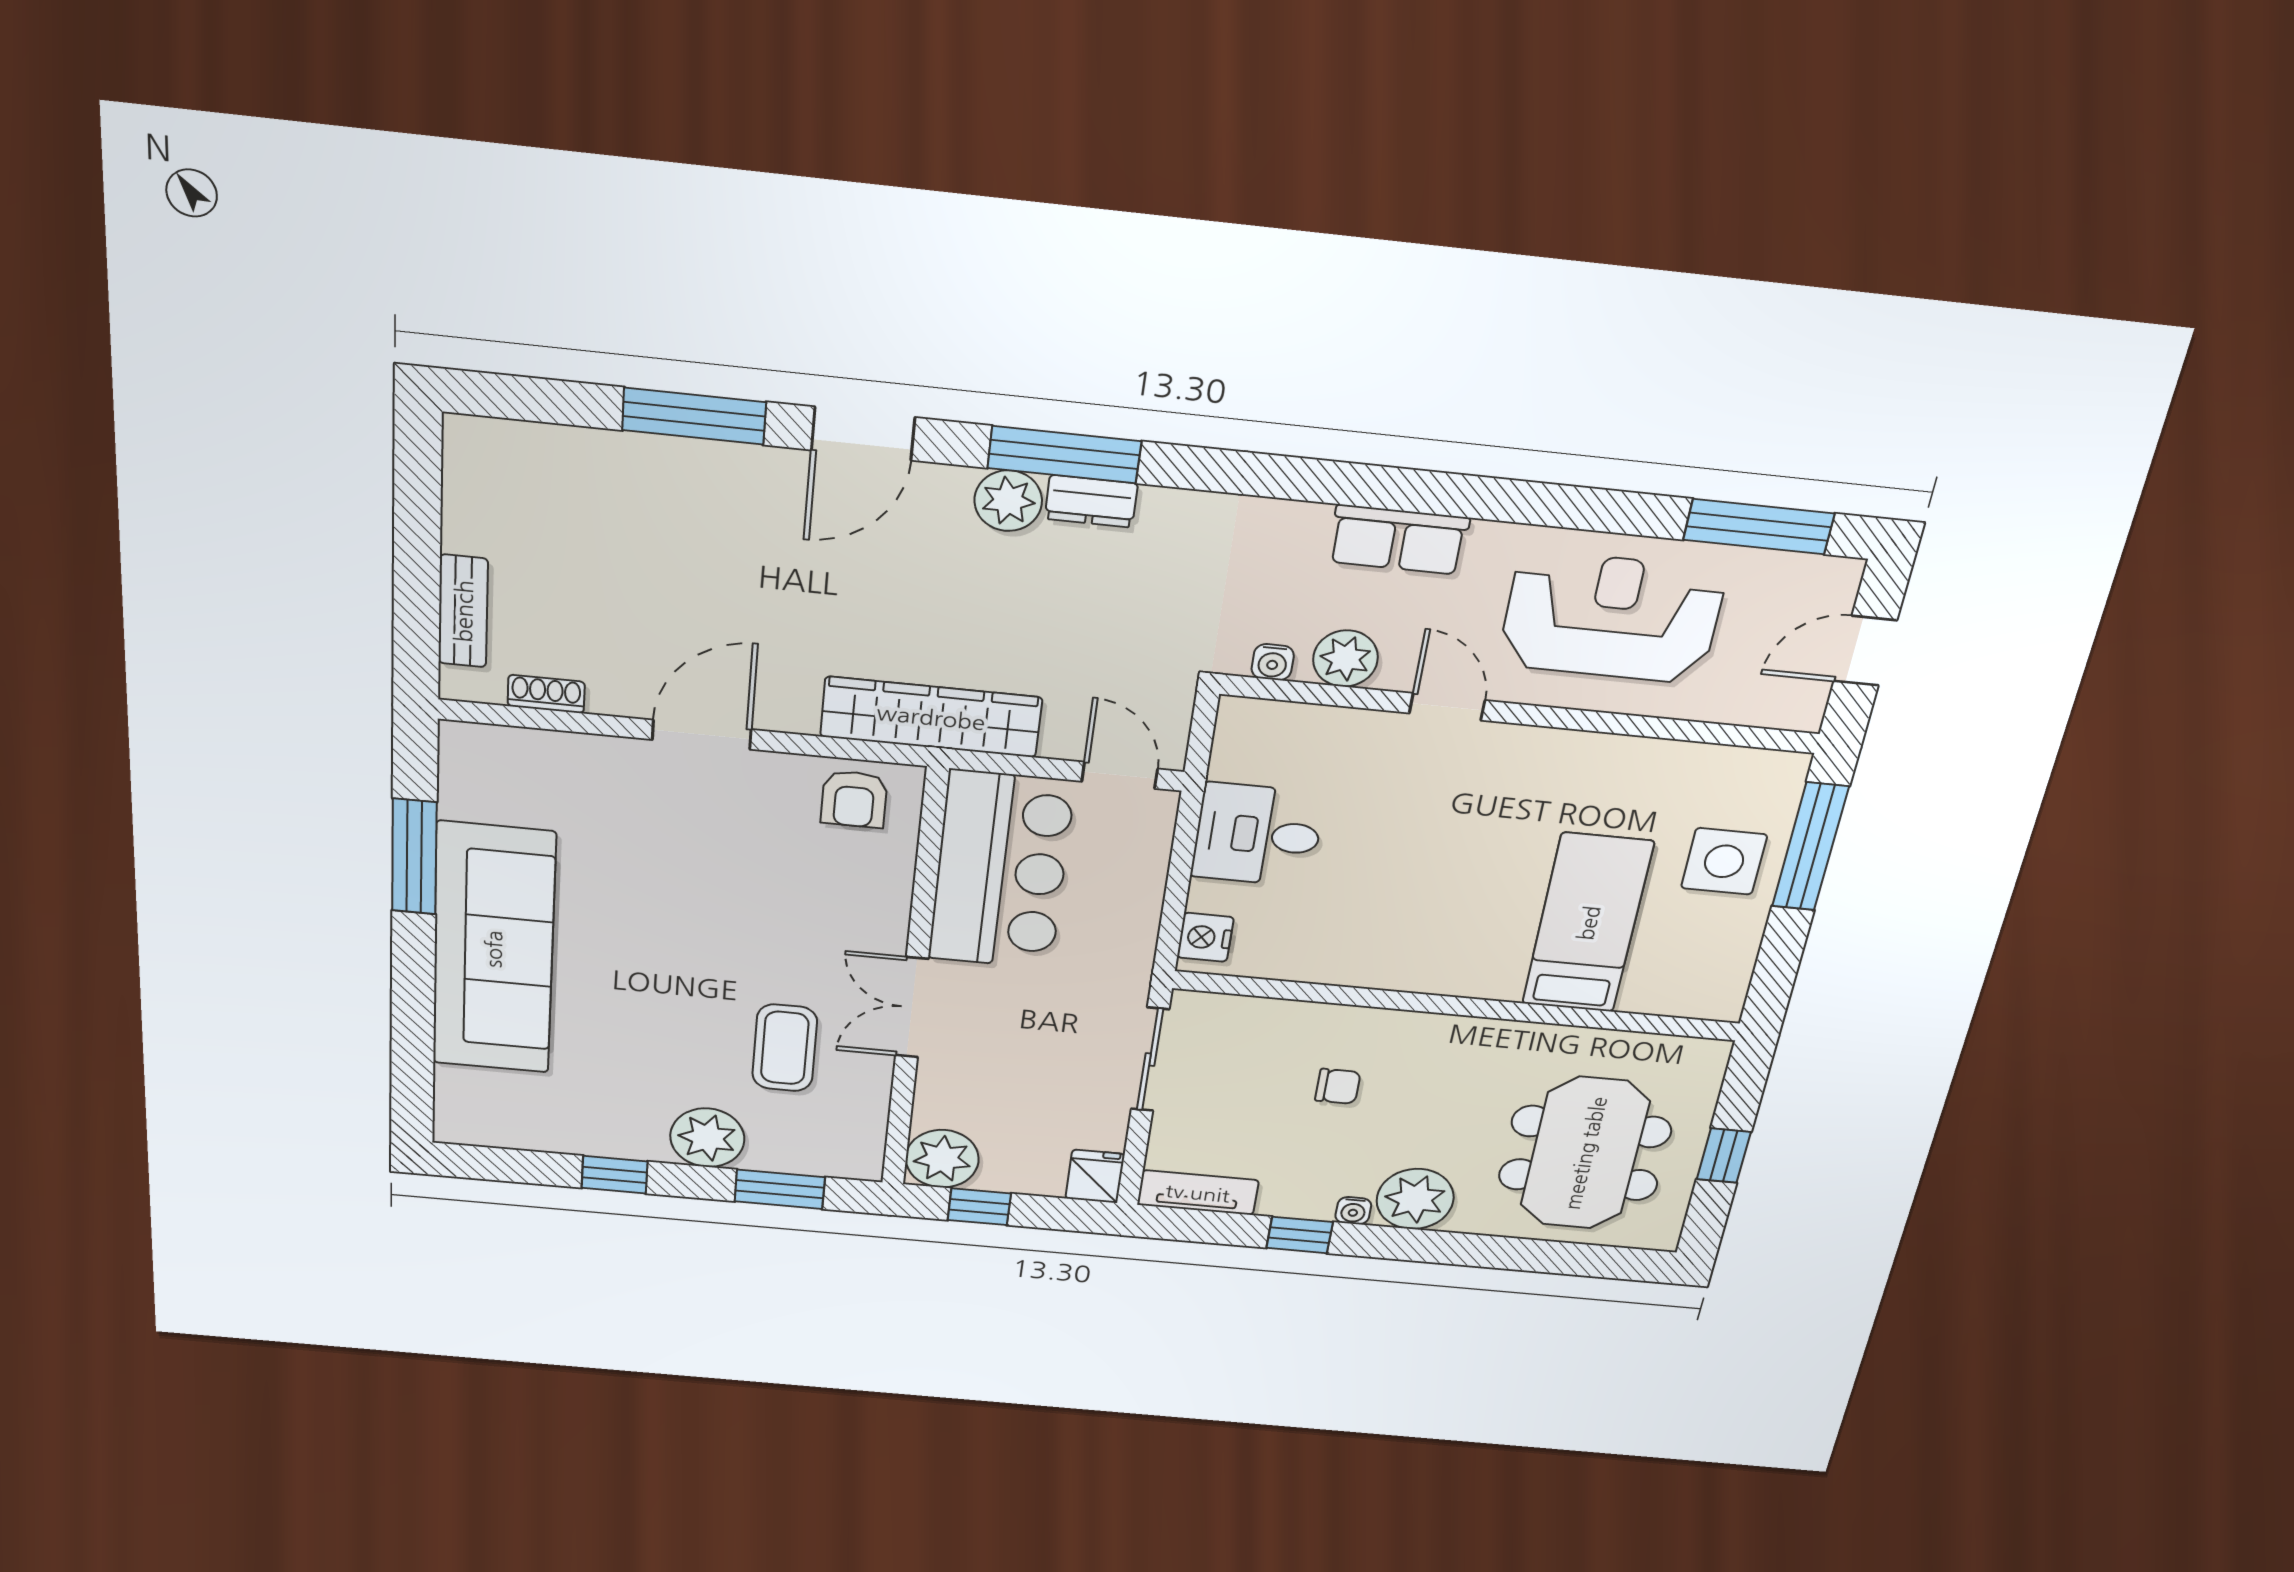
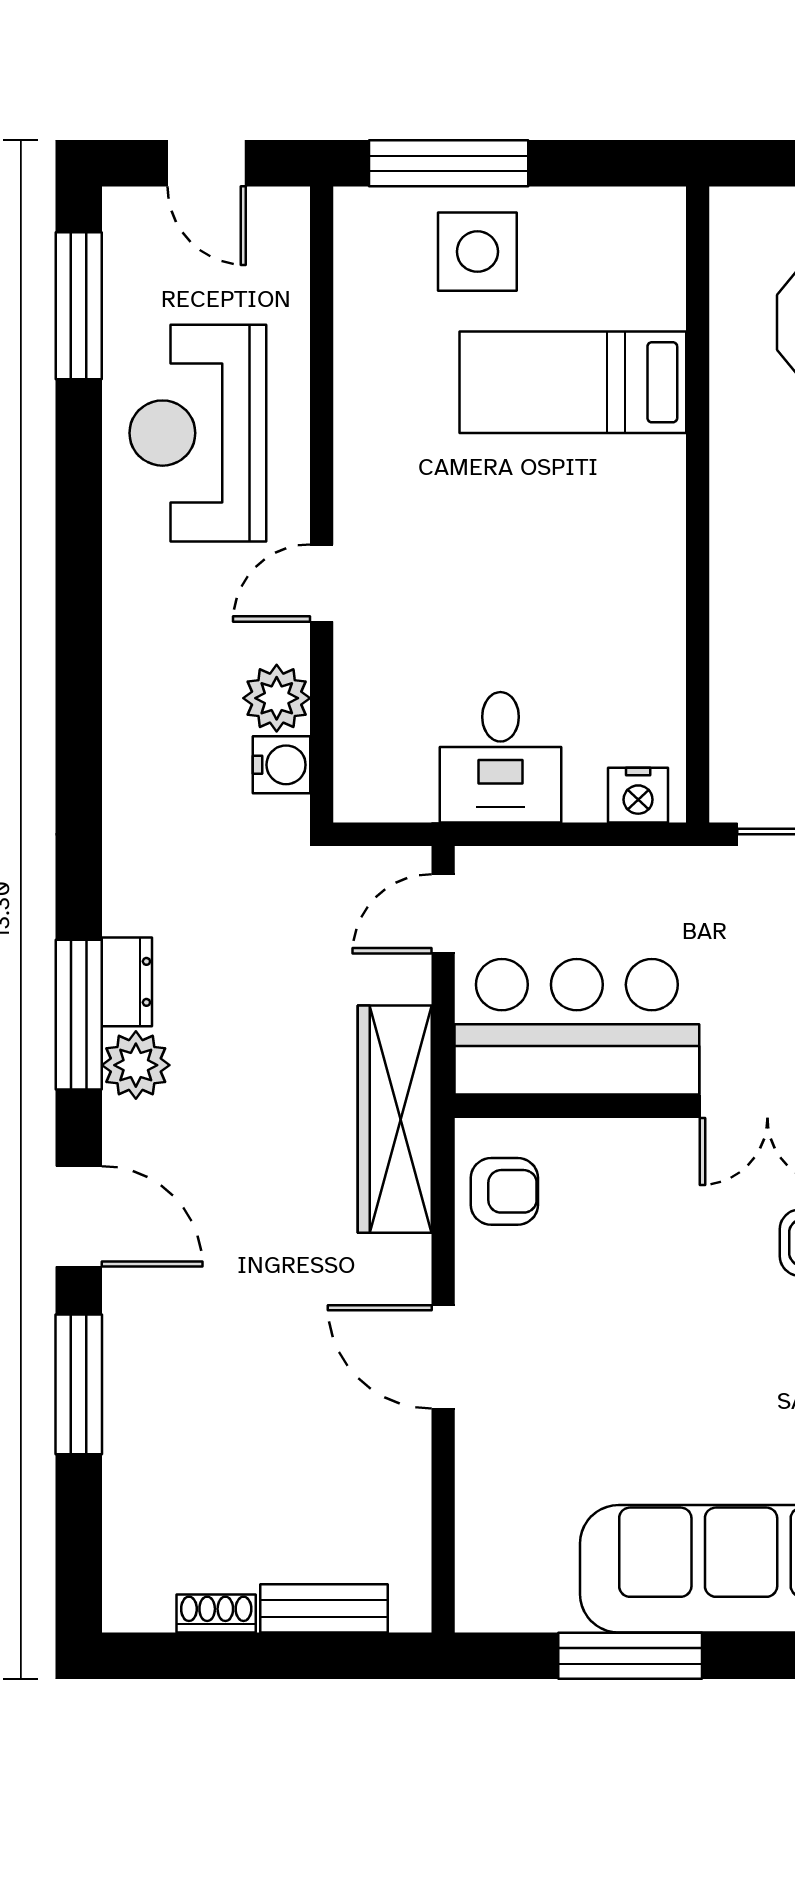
row of seats: (1398, 540) -> (135, 667), removed
water cooler: (1273, 662) -> (281, 765), width x1.38, depth x1.38
shoe rack: (546, 694) -> (216, 1613), moved, turned 90

